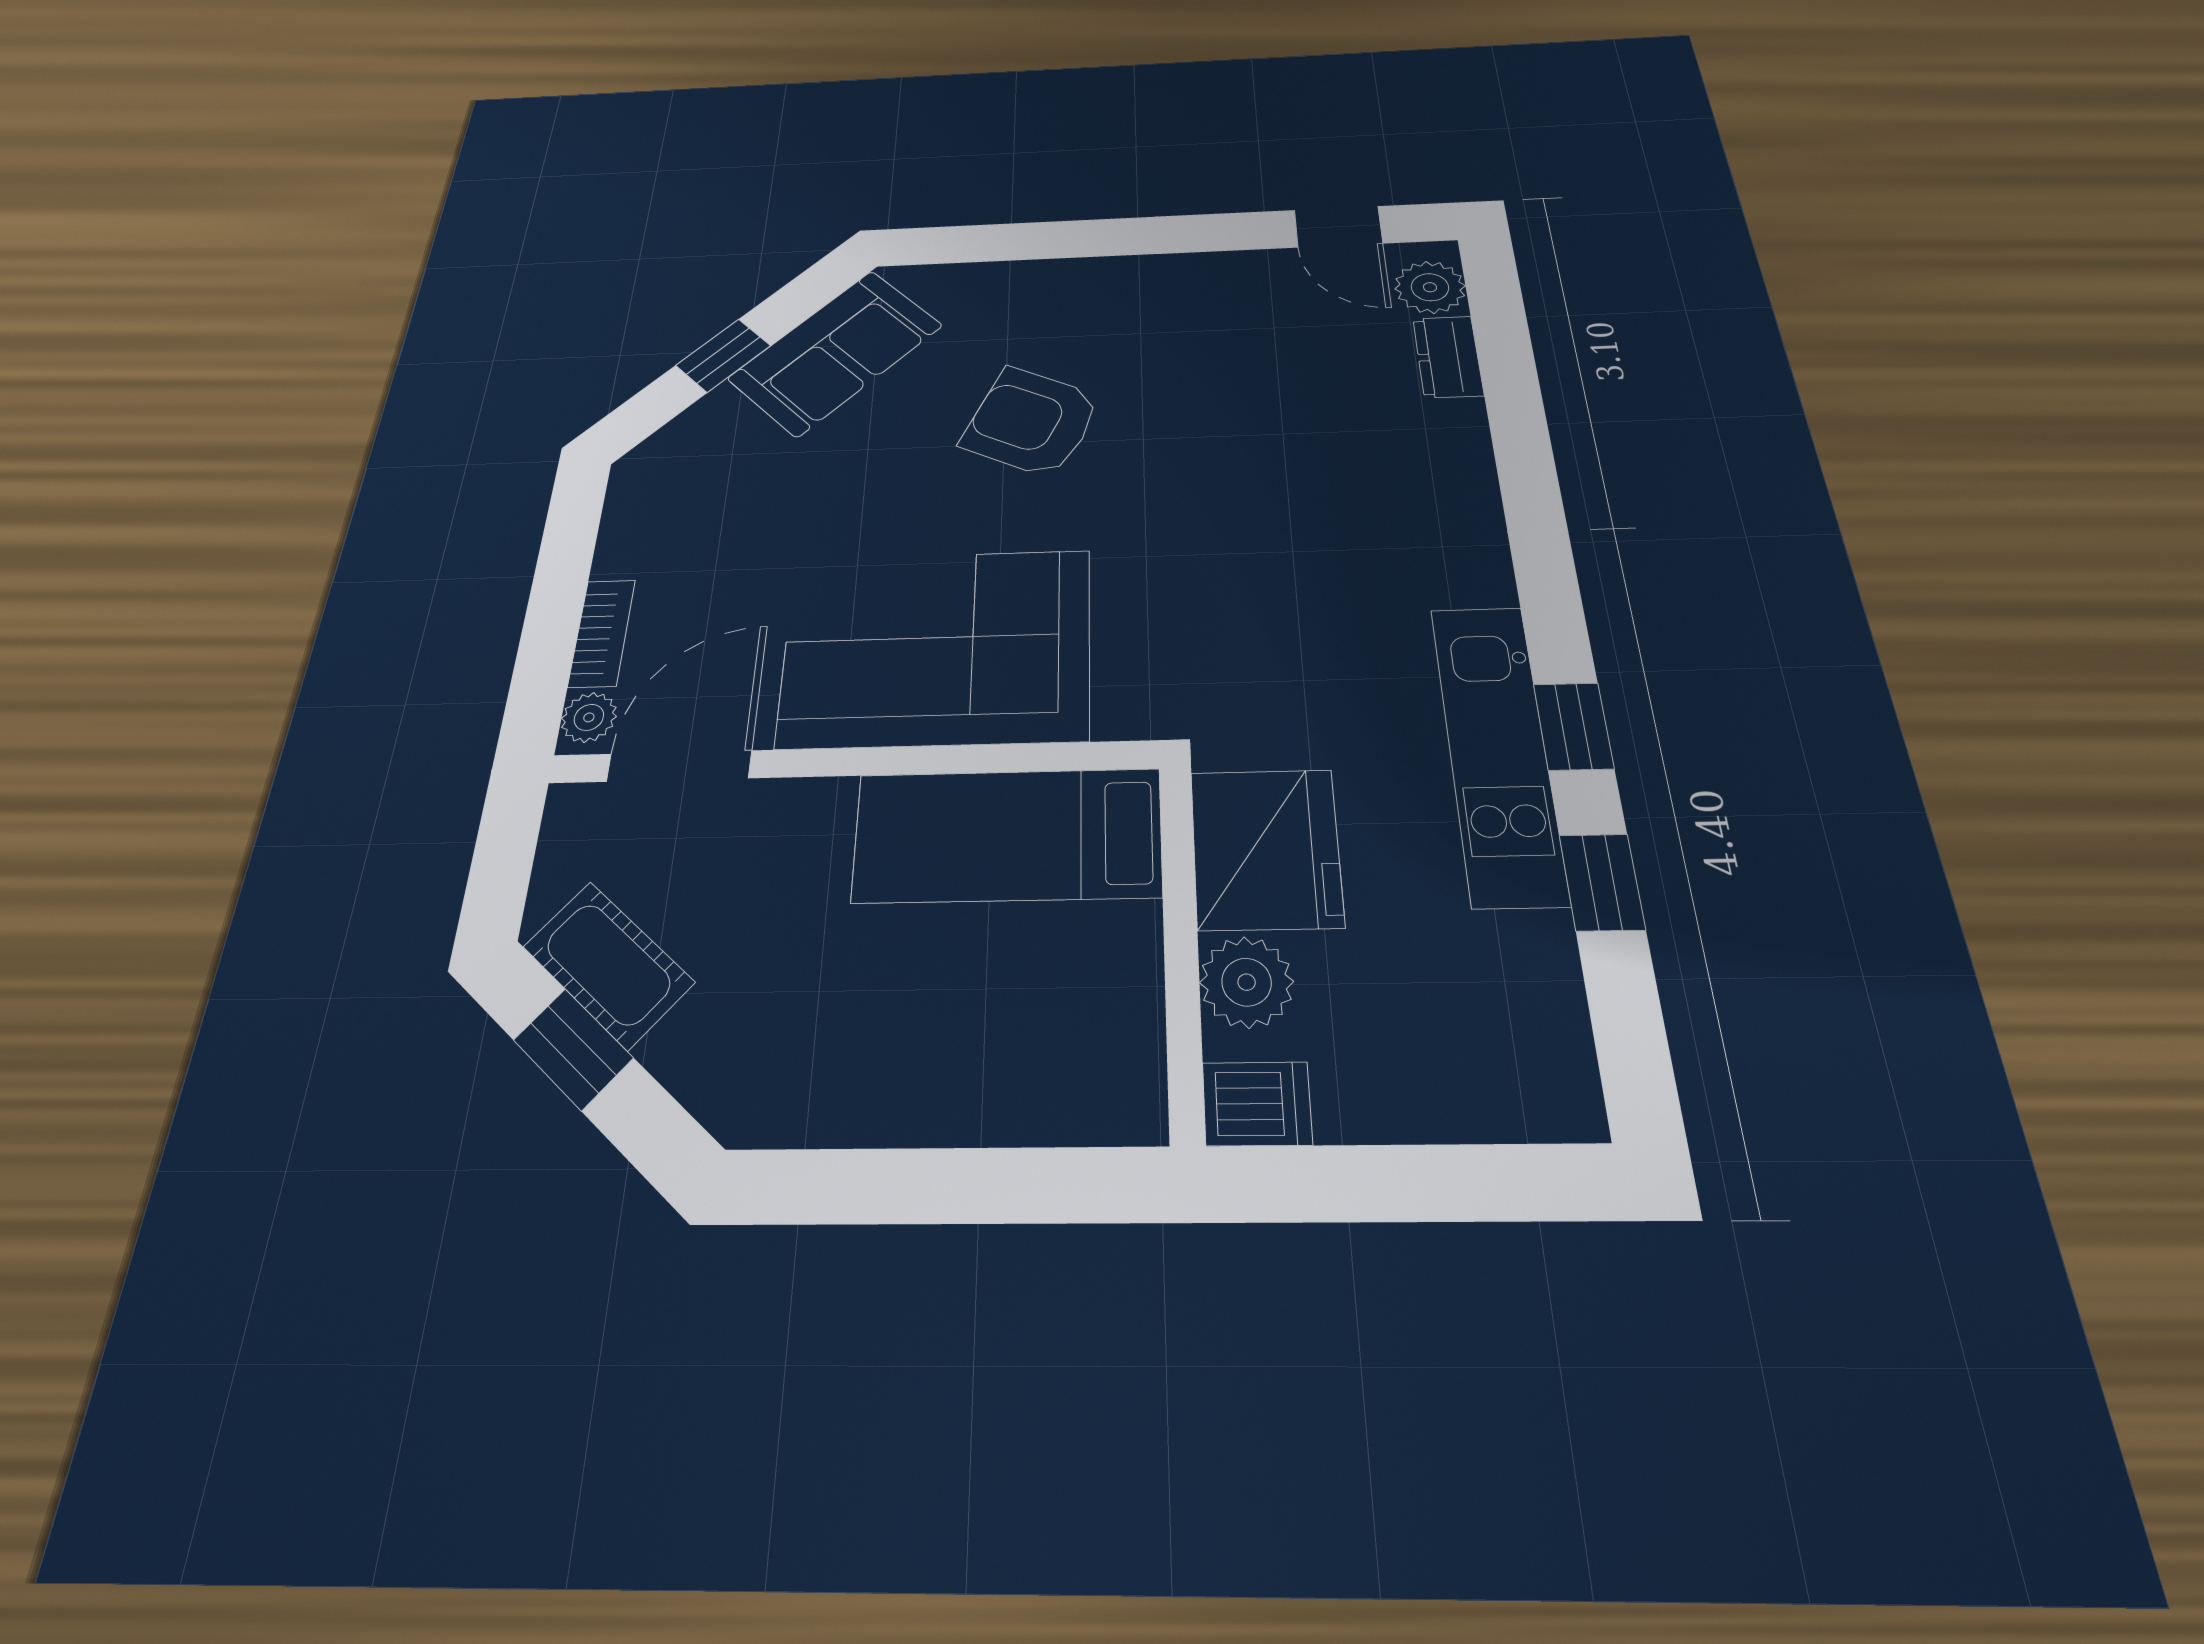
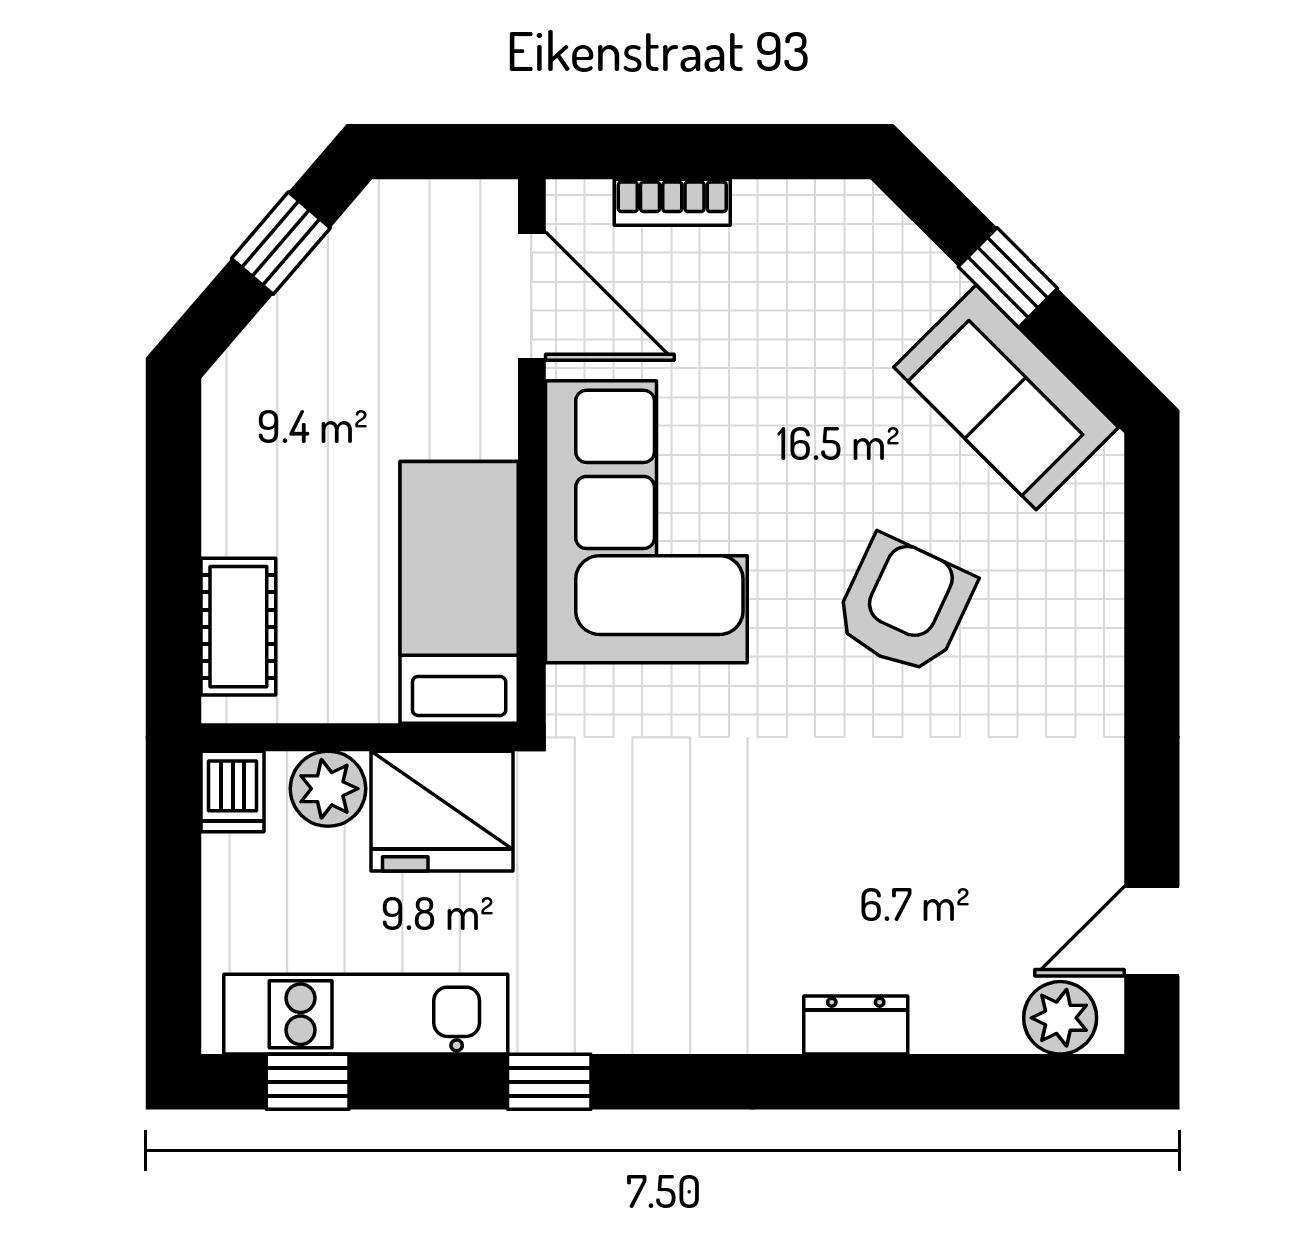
dresser: (1448, 357) -> (856, 1025), moved
plant: (589, 717) -> (583, 205), removed
kitchen unit: (1497, 751) -> (366, 1014), moved
window: (1602, 882) -> (308, 1082), moved
cot: (608, 964) -> (238, 627), moved, turned -41

